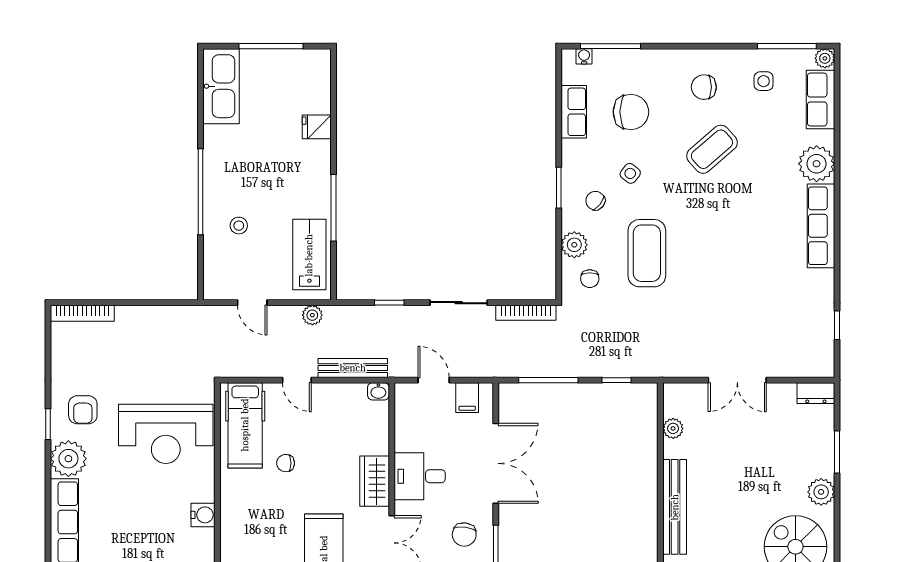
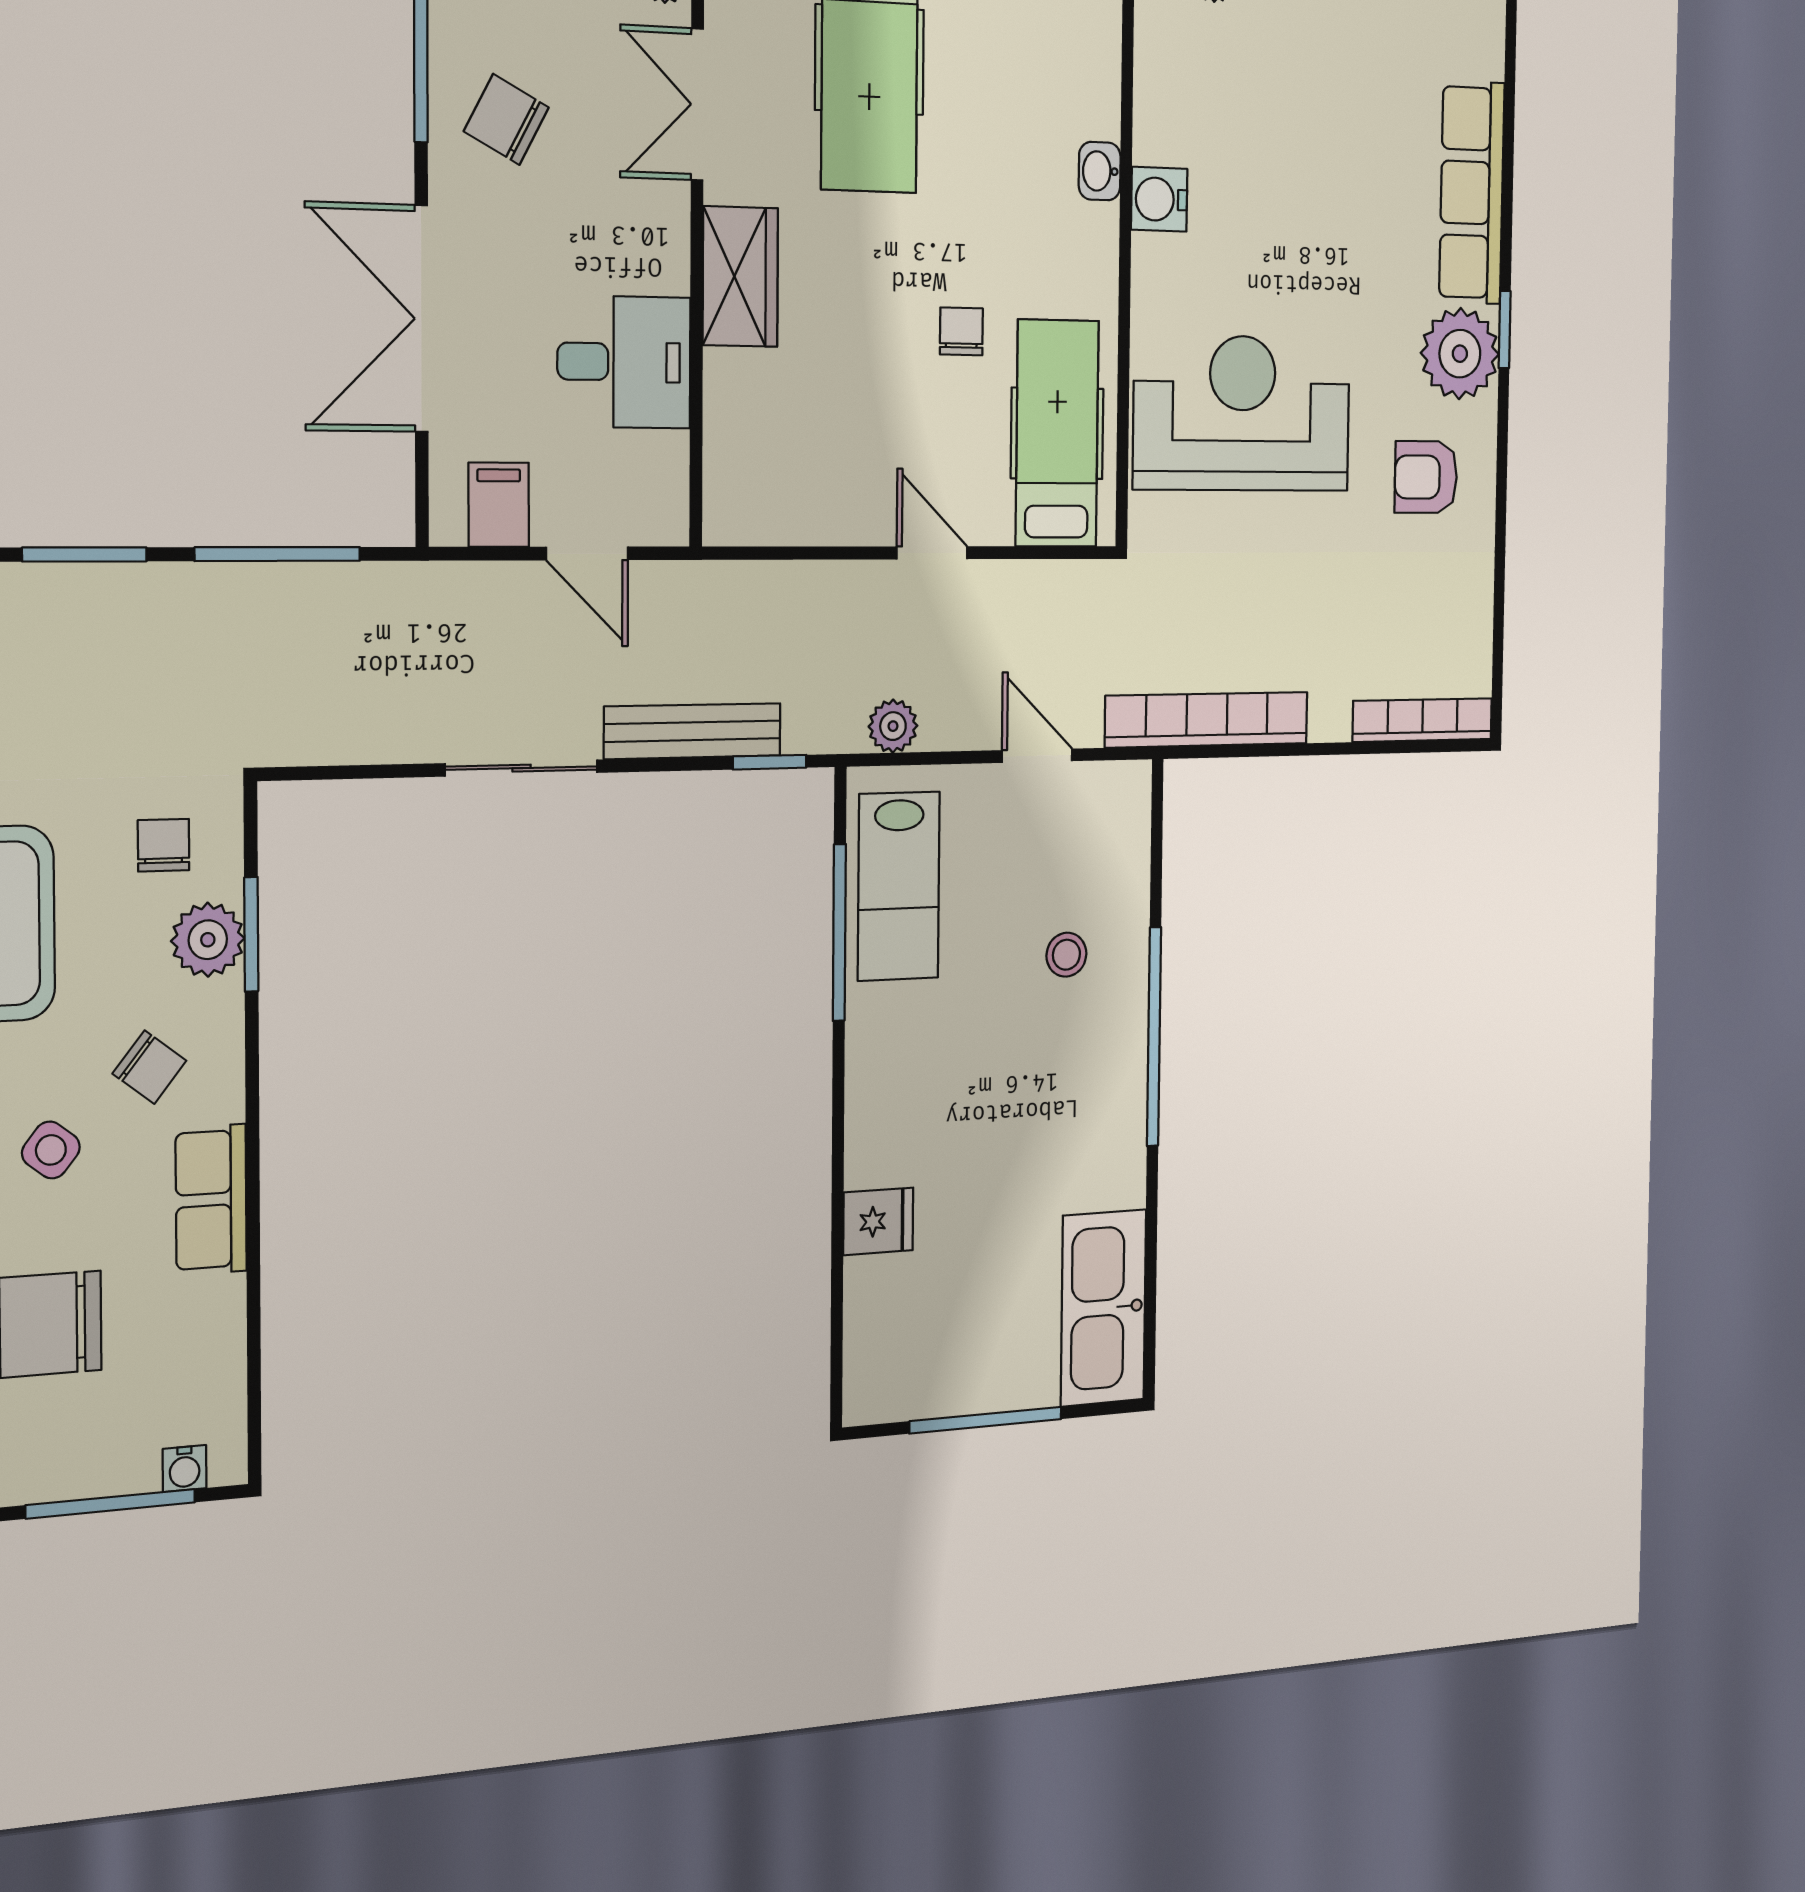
row of seats: (574, 112) -> (211, 1200), moved
window: (559, 188) -> (251, 934), moved
window: (334, 208) -> (839, 933), moved
window: (389, 303) -> (770, 762), moved
bookcase: (526, 313) -> (1207, 720), moved, width x1.48, depth x1.31
bench: (353, 368) -> (693, 731), moved
window: (616, 380) -> (85, 554), width x1.50
washbasin: (378, 391) -> (1100, 171), moved, turned -90
armchair: (83, 410) -> (1426, 477), turned -90
window: (48, 424) -> (1505, 330), moved
chair: (286, 463) -> (961, 331), turned -90
desk: (420, 476) -> (624, 362), moved
chair: (464, 535) -> (506, 119), turned -69

